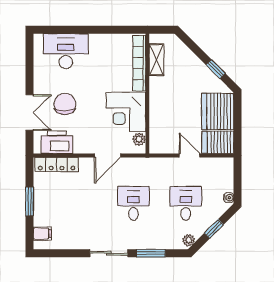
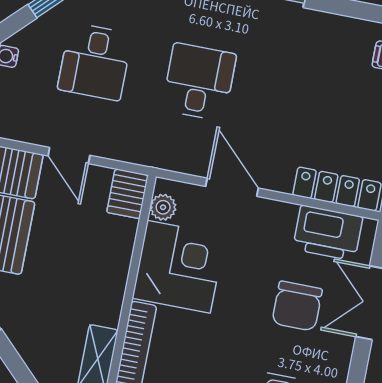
server rack: (158, 142) -> (127, 194), added
door: (108, 155) -> (232, 187), hinge flipped
desk: (133, 203) -> (199, 82), turned 180

